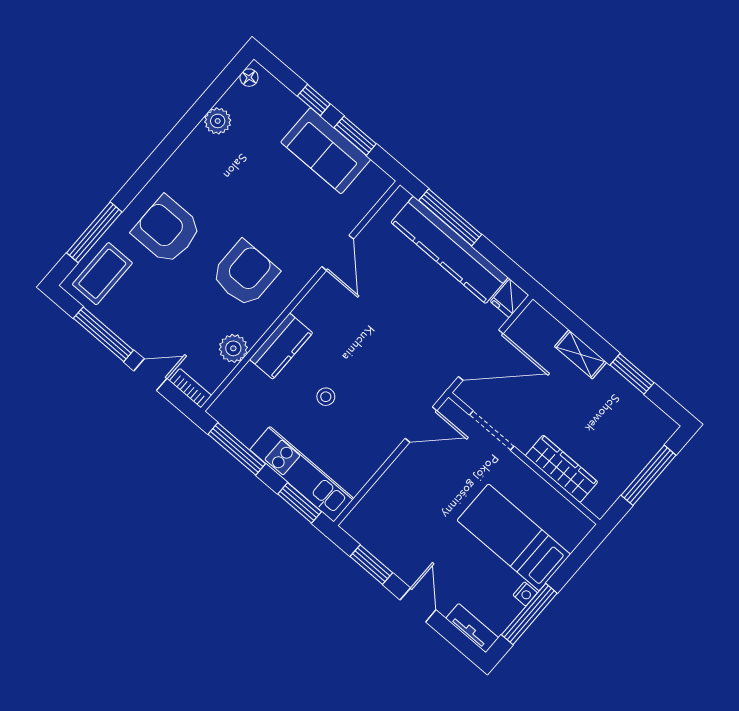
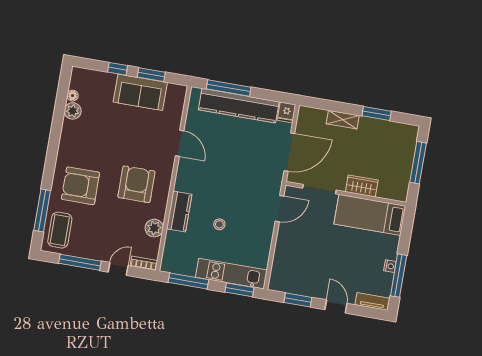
floor lamp: (249, 78) -> (73, 96), moved
wardrobe: (561, 469) -> (362, 186), width x0.67
bed: (514, 537) -> (370, 215), moved

